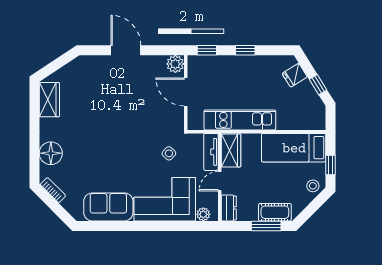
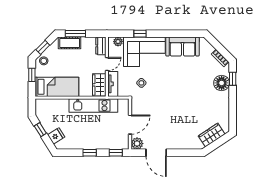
door: (126, 50) -> (156, 153), moved
door: (186, 92) -> (130, 125), hinge flipped
wardrobe: (49, 100) -> (212, 135), moved, turned 57
window: (34, 160) -> (233, 79), added
window: (314, 206) -> (43, 47), added
window: (171, 226) -> (140, 34), added

